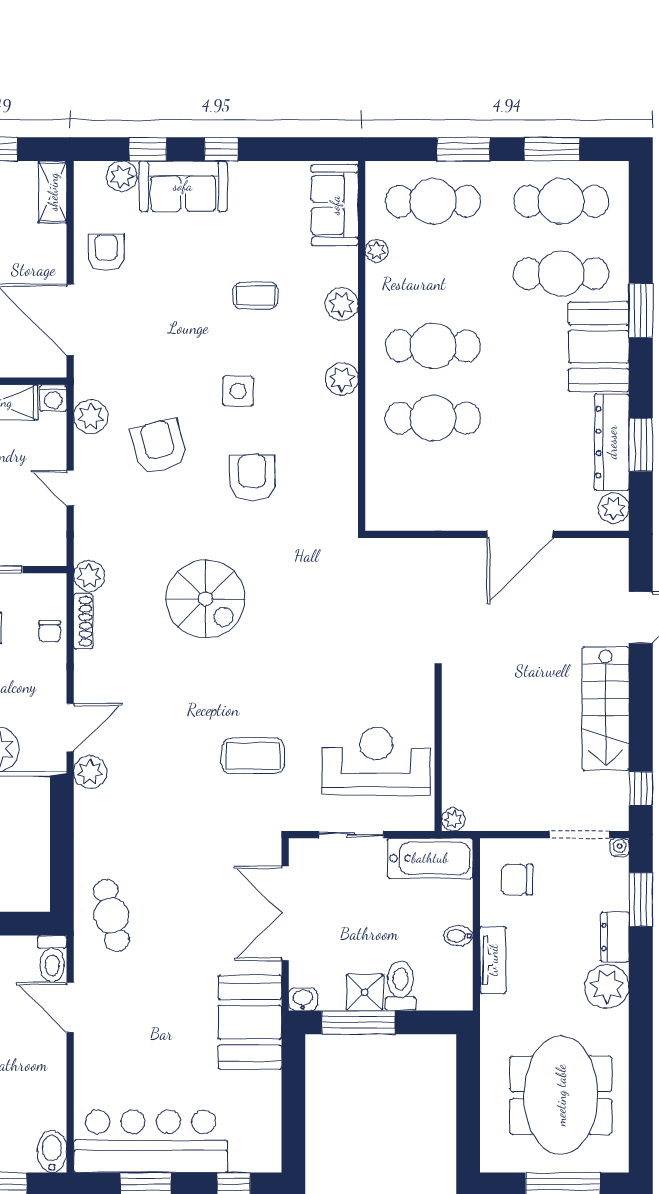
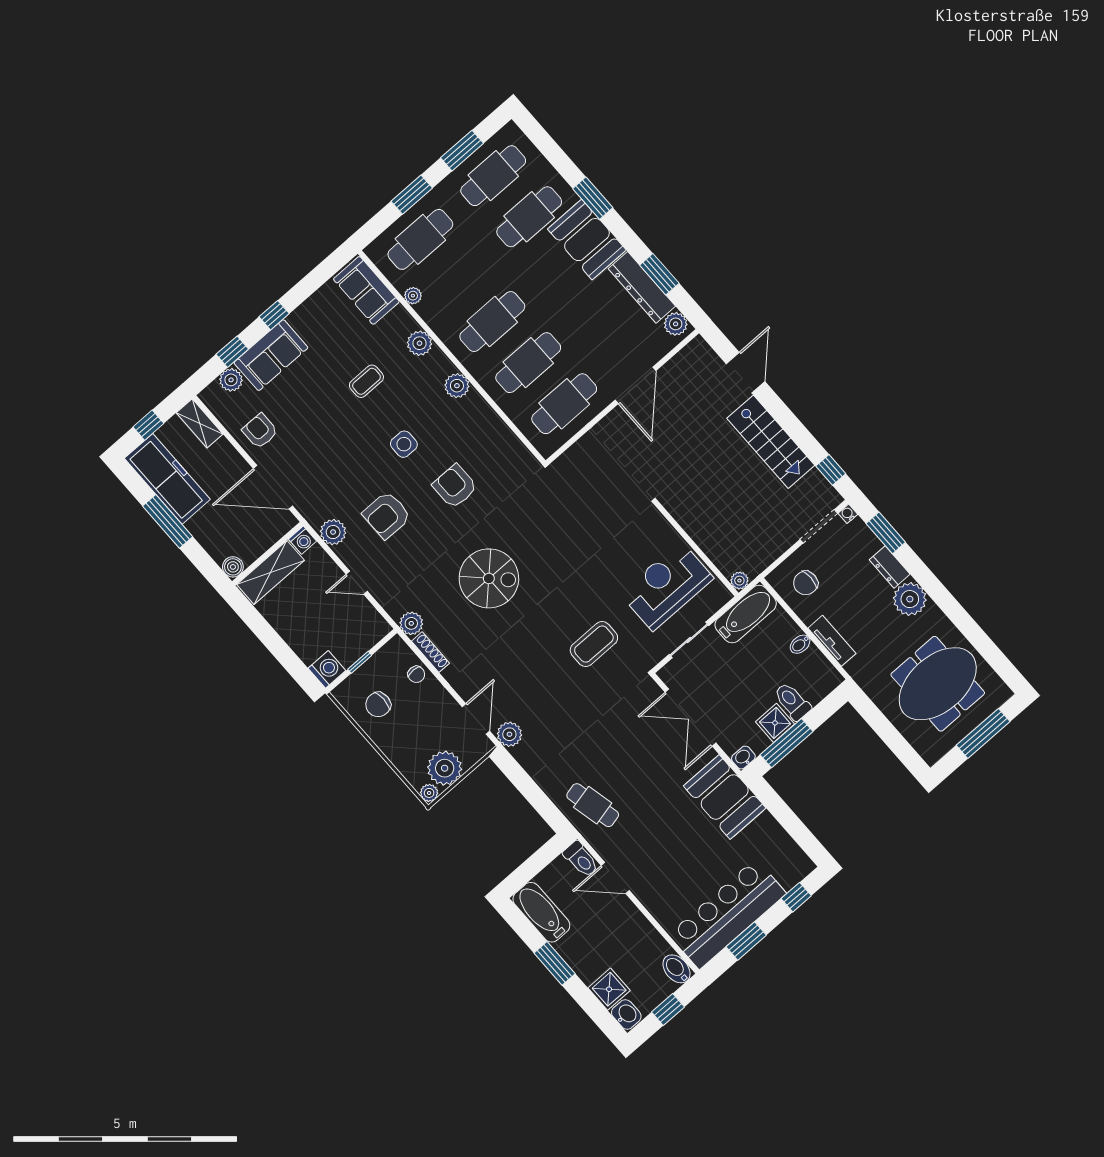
armchair: (159, 447) -> (387, 515), turned -76
cafe table: (433, 490) -> (564, 404), added
meeting table: (561, 1095) -> (938, 684), turned 90

